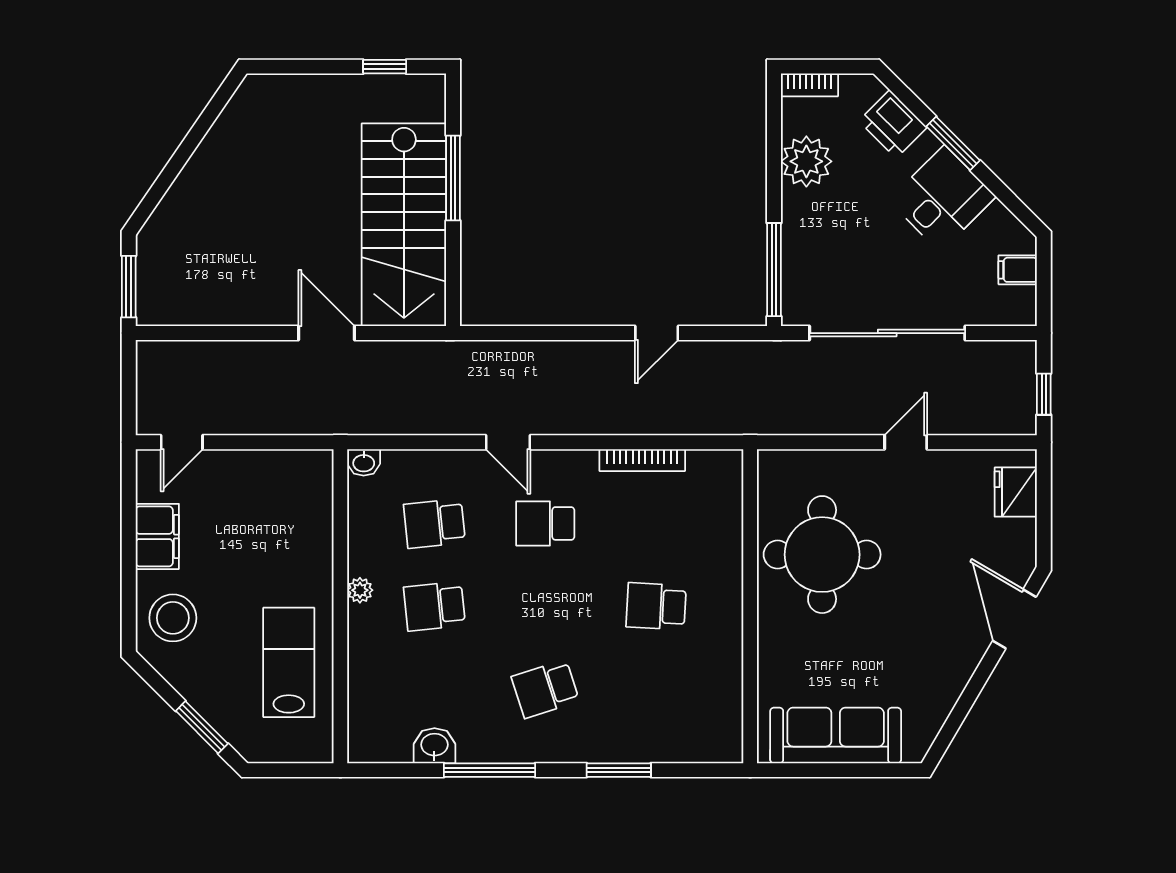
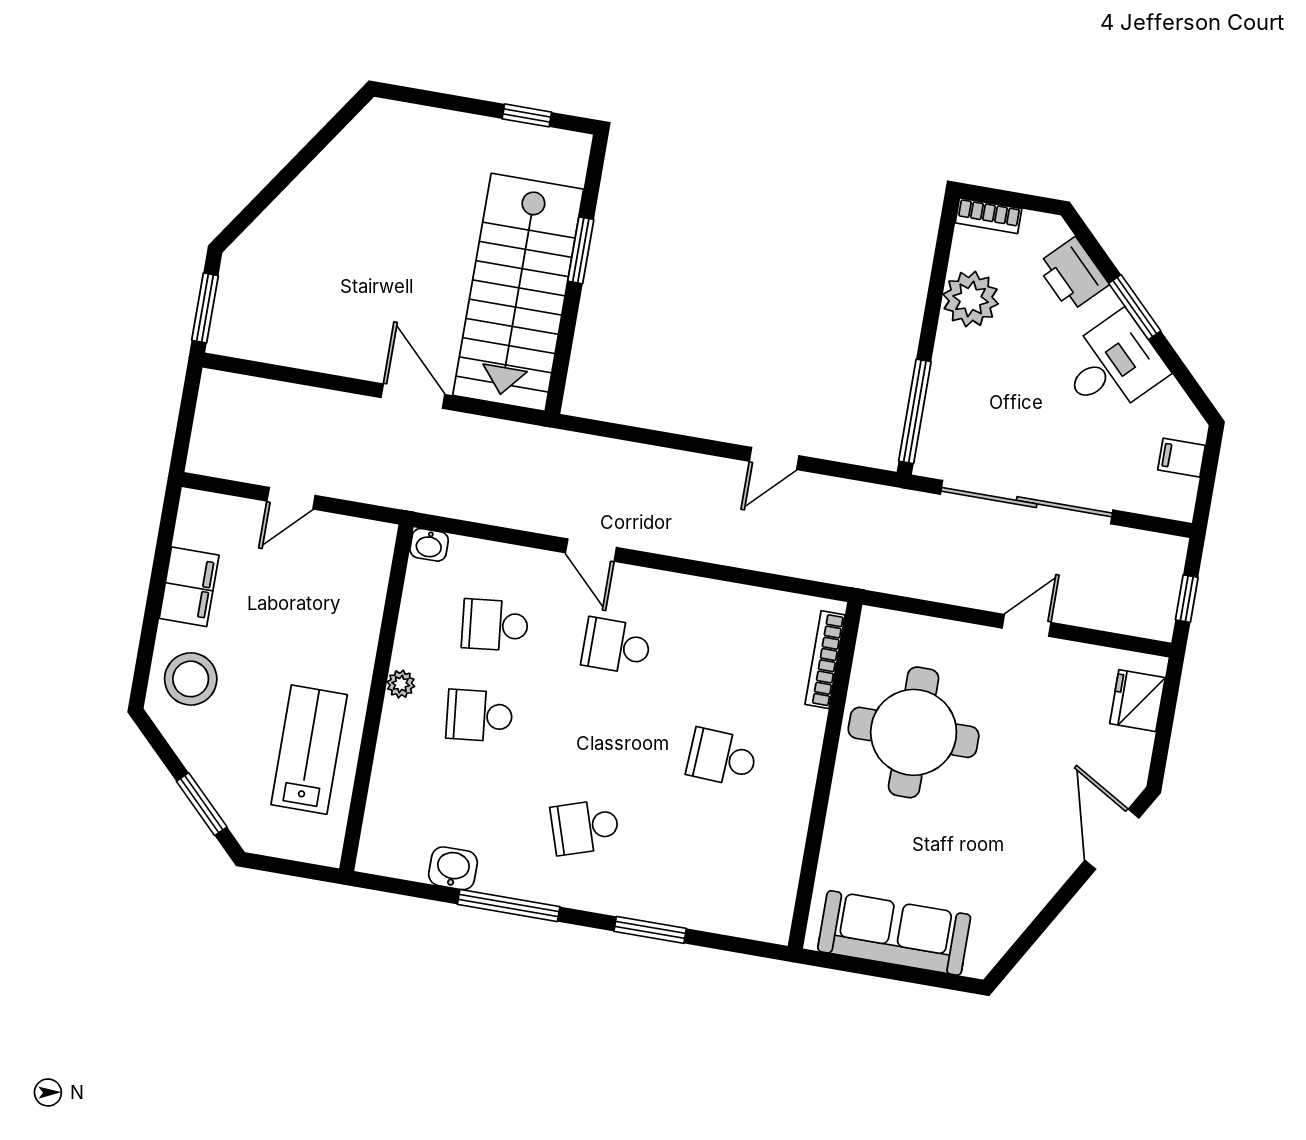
window: (453, 178) -> (581, 250), width x0.69
door: (182, 442) -> (291, 498), moved
bookcase: (642, 460) -> (825, 660), moved, turned 90

